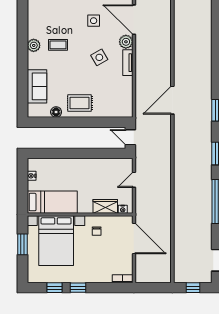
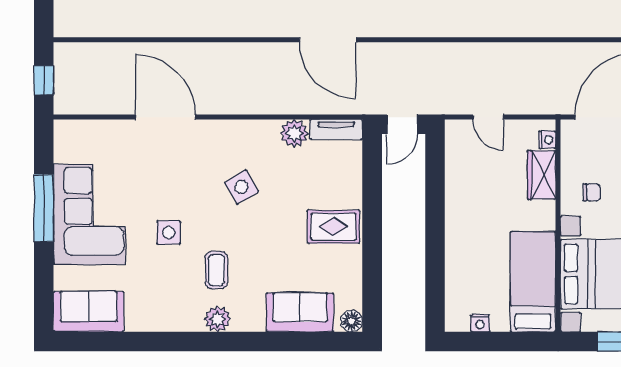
door: (134, 20) -> (166, 117), swing flipped
side table: (94, 21) -> (169, 232), moved
plant: (126, 42) -> (294, 133), moved
tv unit: (128, 63) -> (336, 130), moved
rug: (80, 103) -> (333, 227), turned 90
floor lamp: (56, 112) -> (352, 321), moved

